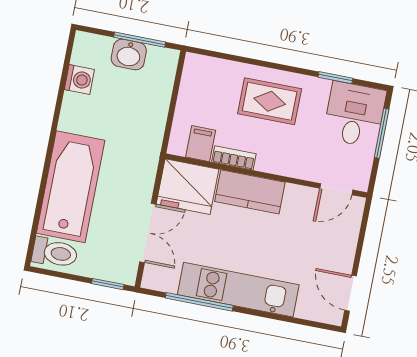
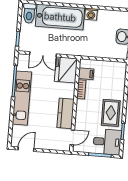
washing machine: (79, 80) -> (91, 14), moved
rug: (270, 101) -> (111, 113), moved
door: (336, 189) -> (72, 137), swing flipped
kitchen counter: (250, 192) -> (66, 113), moved

